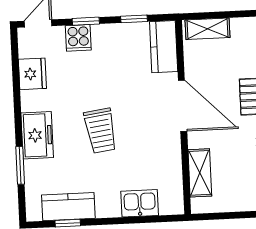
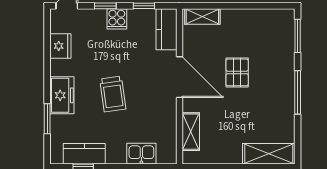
cooker: (78, 38) -> (117, 19), moved

